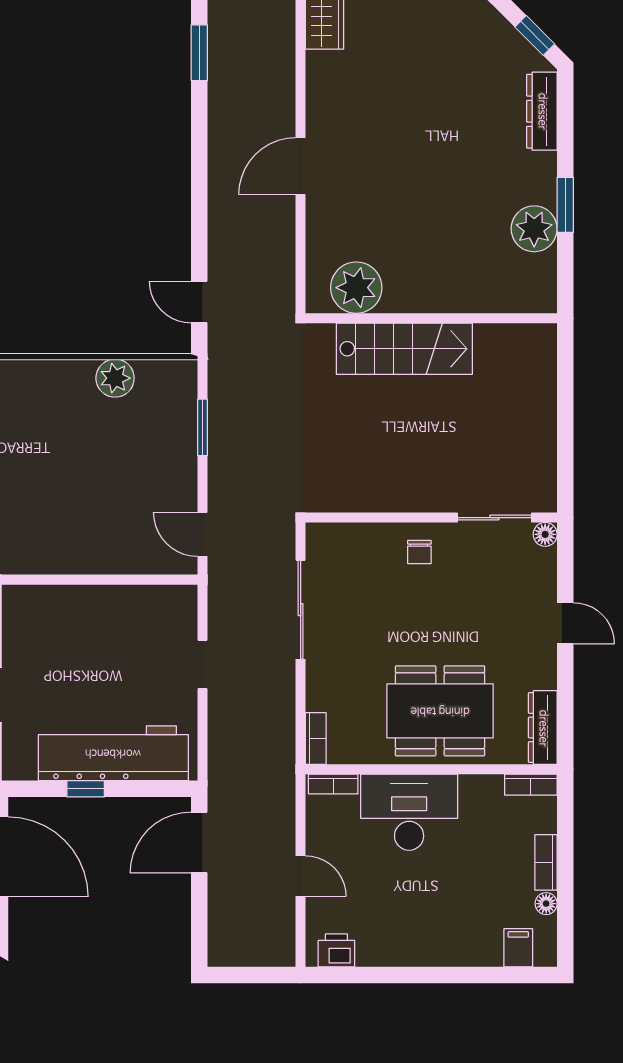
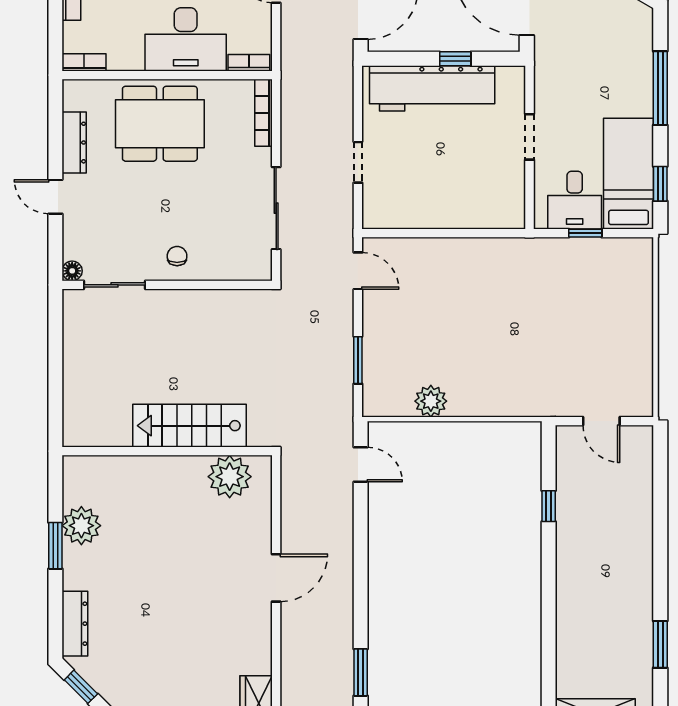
dresser: (543, 728) -> (74, 143), moved
bookcase: (316, 738) -> (263, 113), width x1.56

